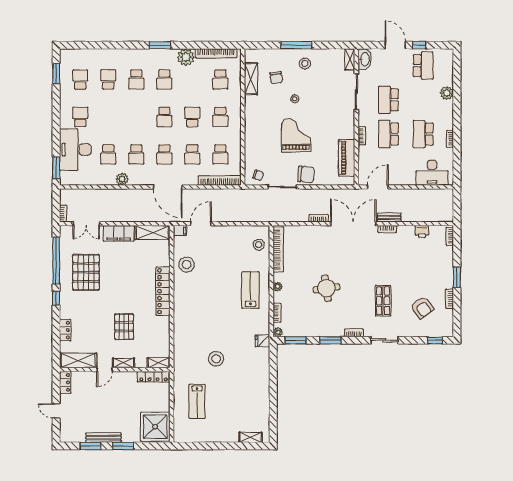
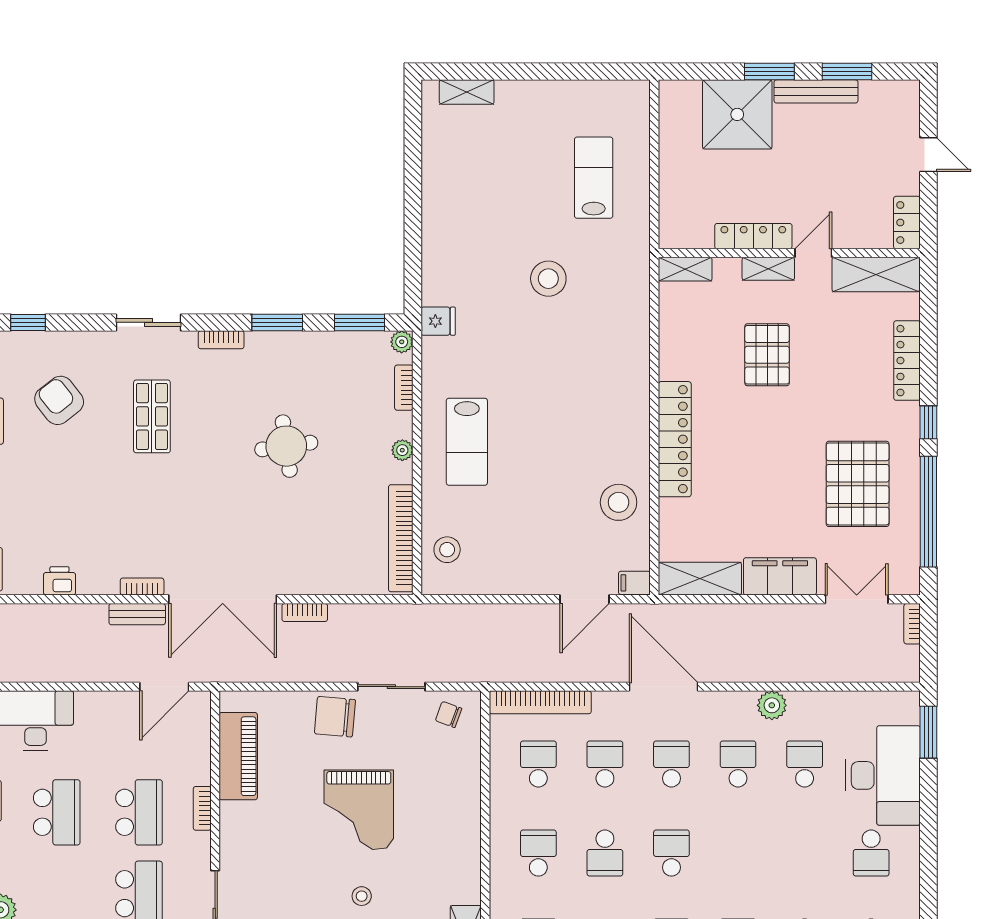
locker: (65, 330) -> (907, 361), width x1.53
locker: (154, 377) -> (753, 236), moved
shower: (155, 427) -> (737, 114), moved

